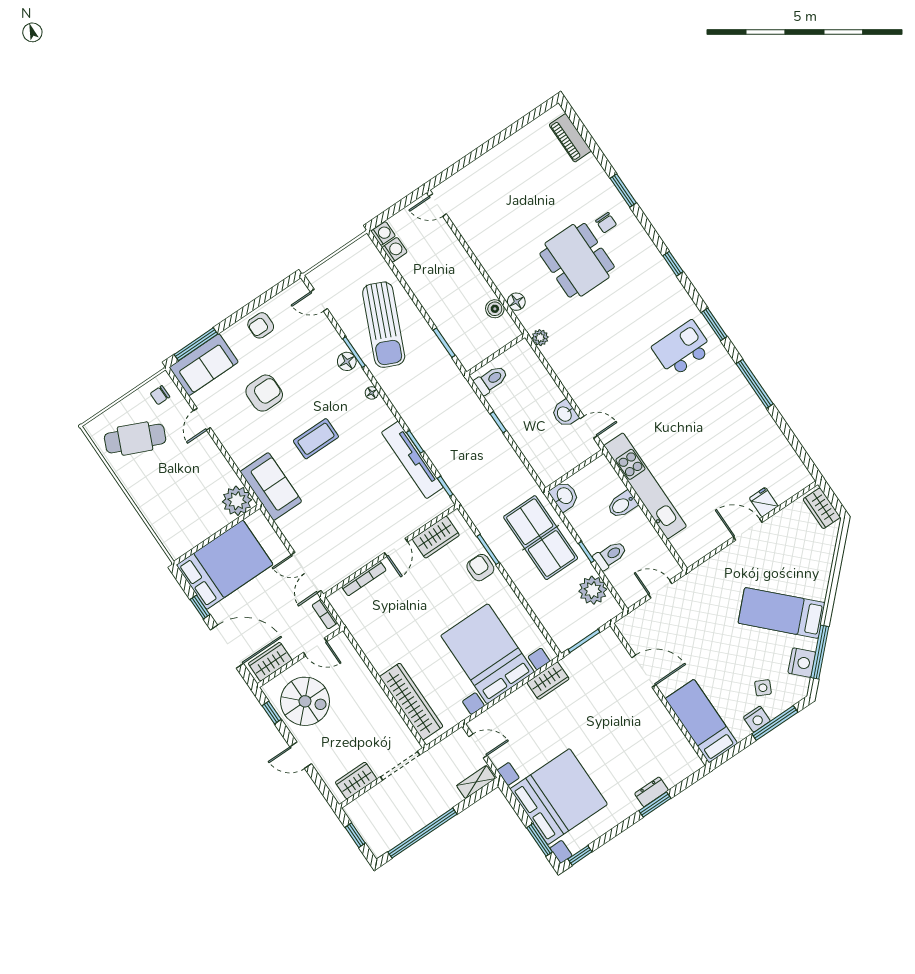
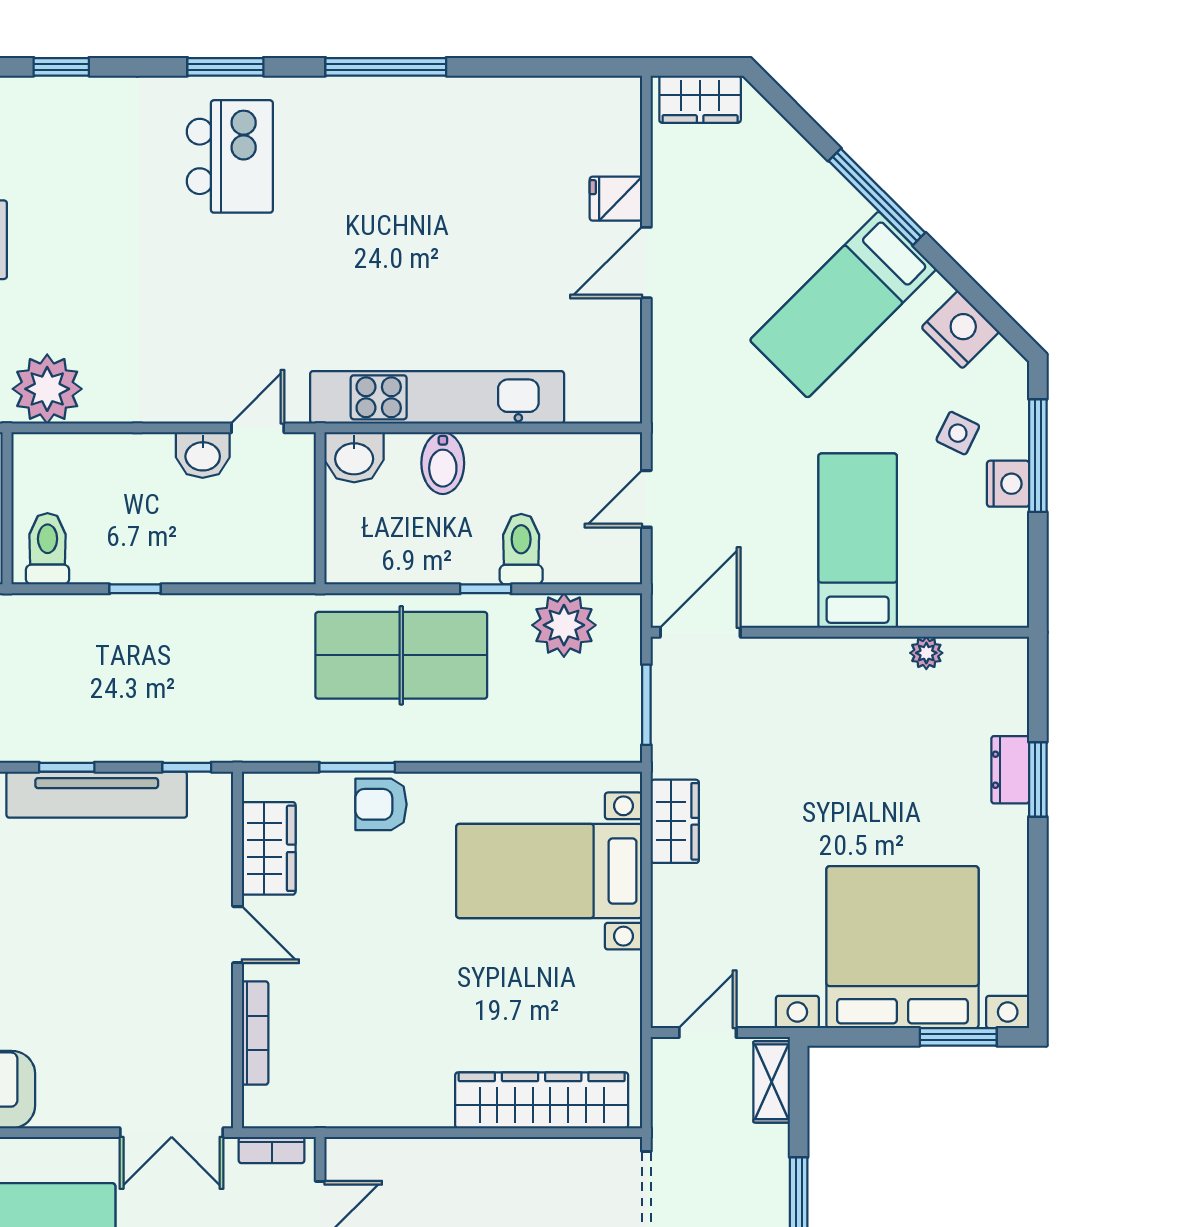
plant: (540, 338) -> (47, 389), width x1.88, depth x1.88
kitchen island: (682, 349) -> (230, 156), turned 180
washbasin: (564, 496) -> (354, 457), moved, turned 180
window: (820, 652) -> (877, 197), moved
bed with nightstands: (487, 654) -> (549, 871), width x0.73
door: (644, 671) -> (700, 632), moved
bed: (701, 721) -> (858, 541), moved, turned 90
plant: (674, 731) -> (926, 653), added
window: (580, 855) -> (1038, 982), removed

